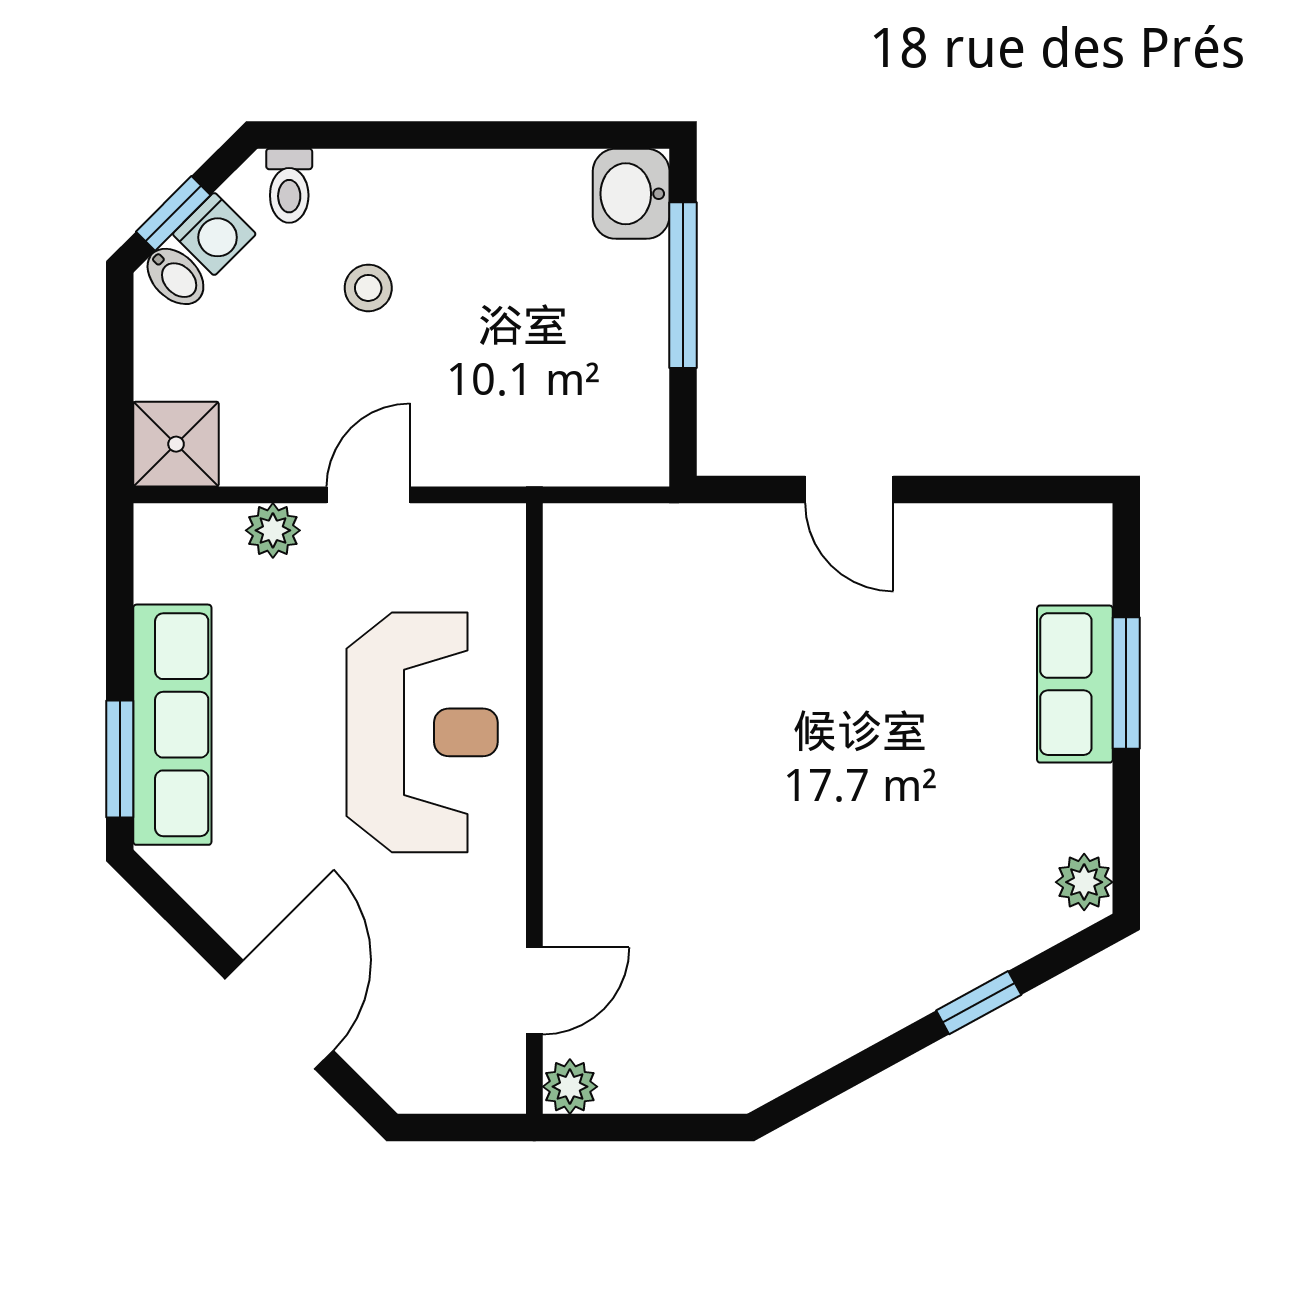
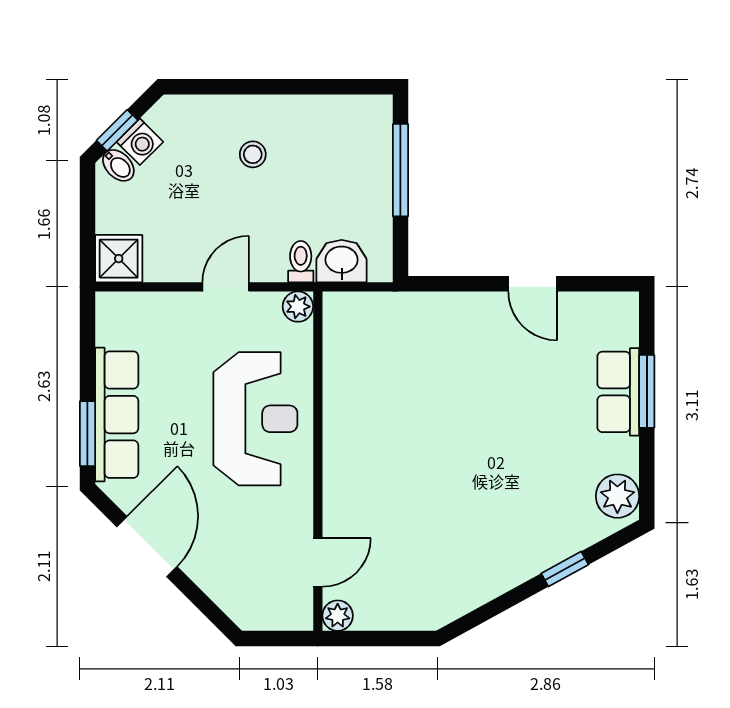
toilet: (289, 186) -> (301, 262), moved, turned 180
washbasin: (631, 194) -> (342, 261), moved, turned 90
stool: (368, 288) -> (253, 154), moved
door: (849, 489) -> (533, 284), moved
plant: (273, 530) -> (298, 307), moved
plant: (1084, 882) -> (617, 496), width x1.38, depth x1.38
door: (279, 1015) -> (147, 547), moved

